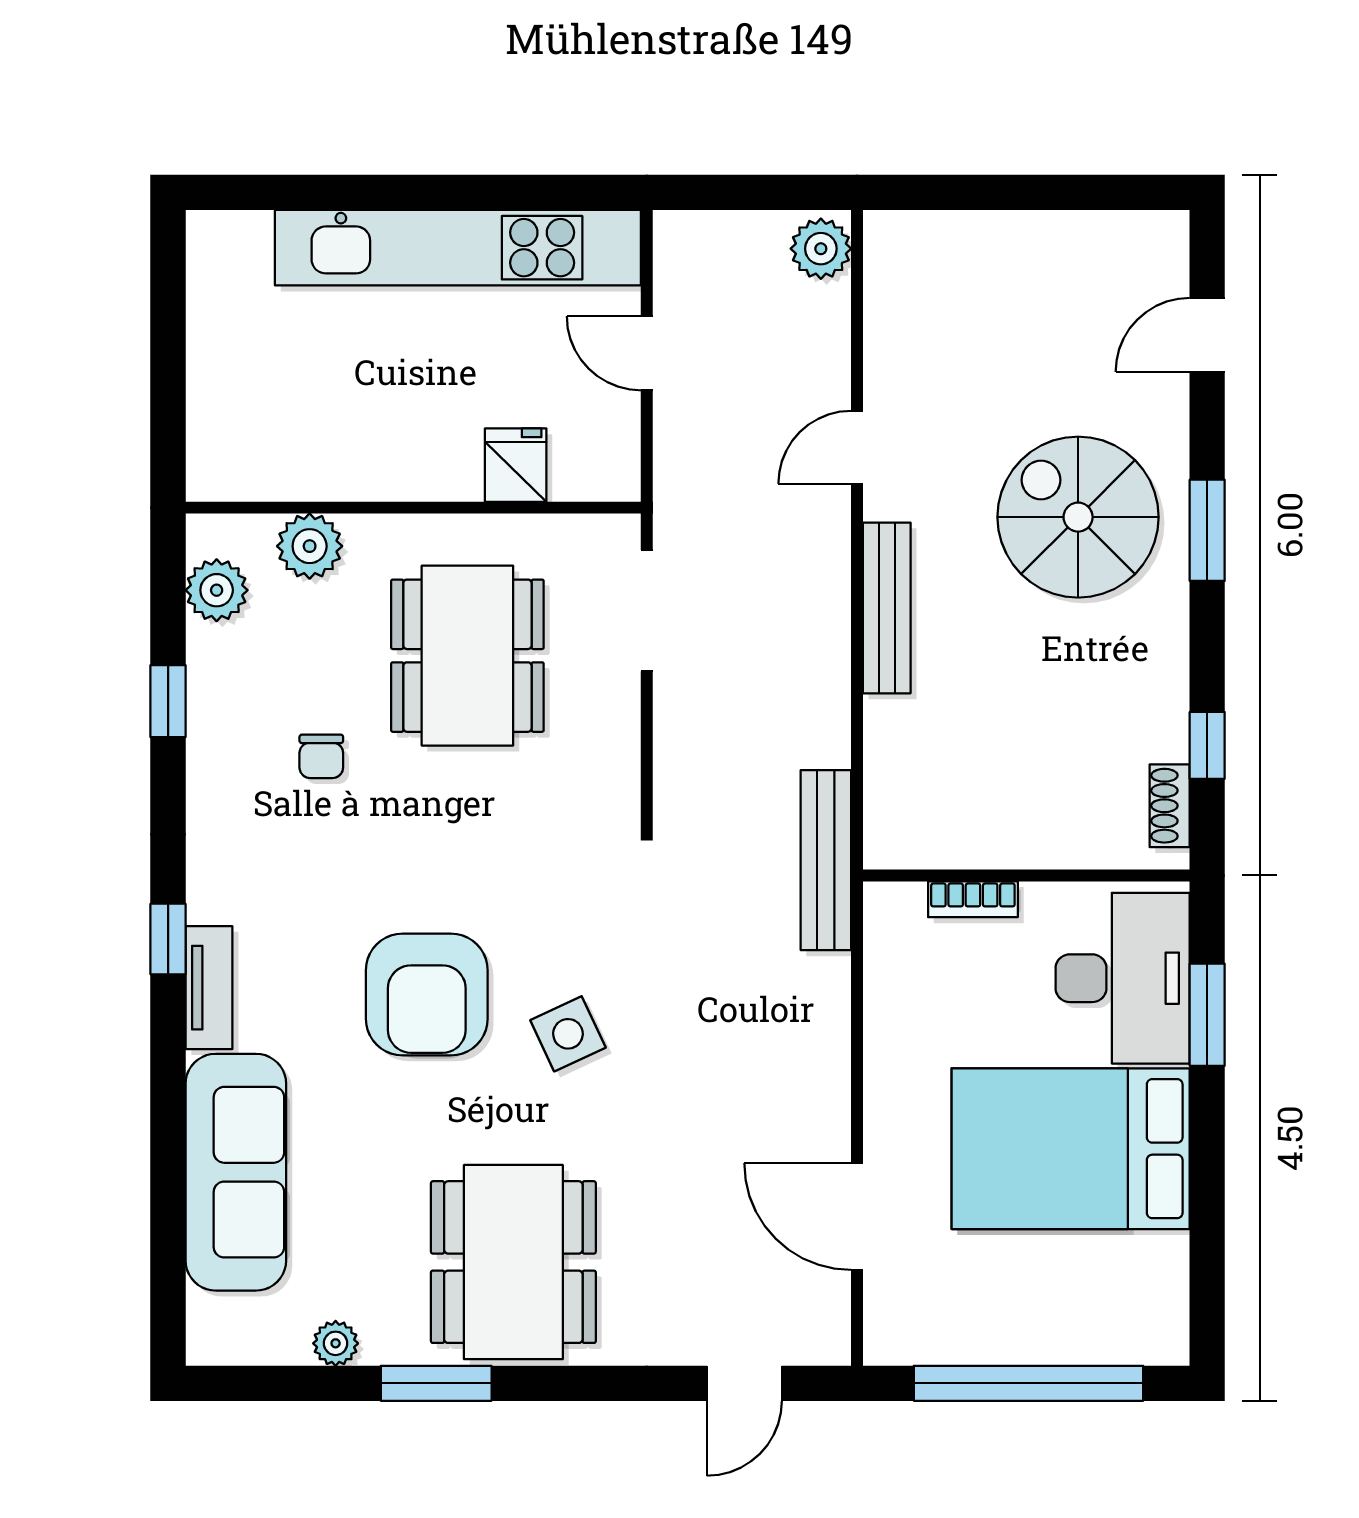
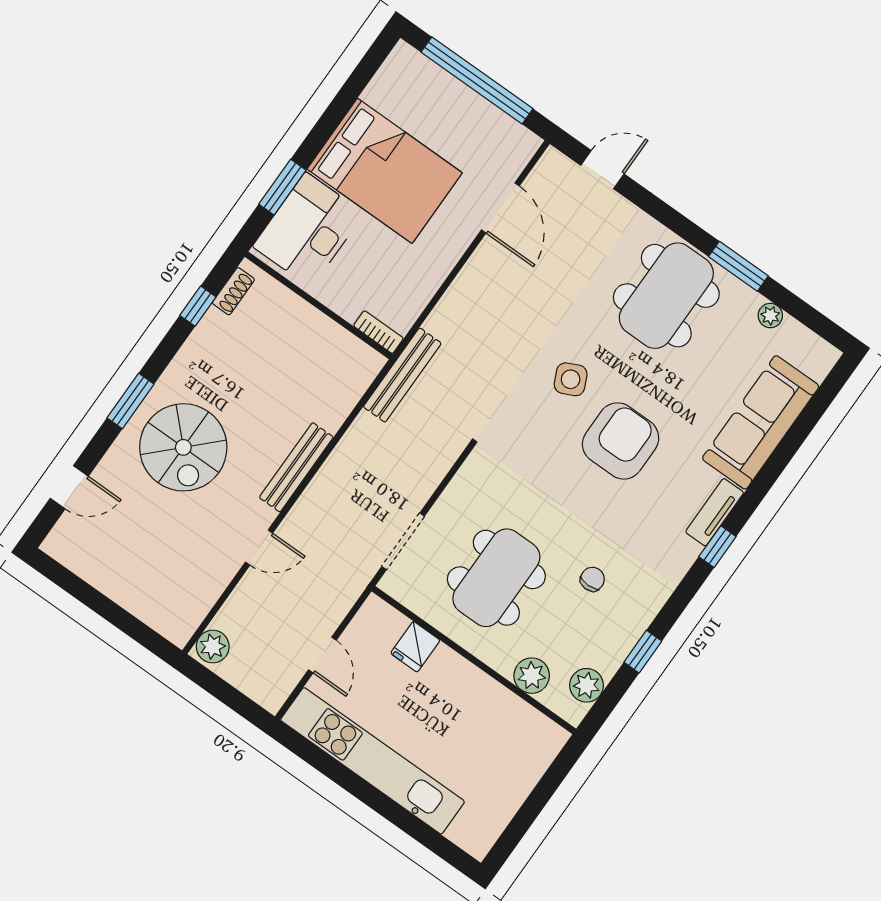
bookcase: (973, 899) -> (378, 332), moved

